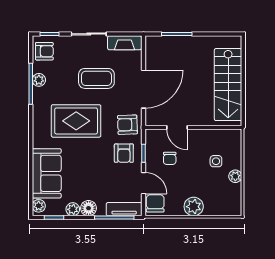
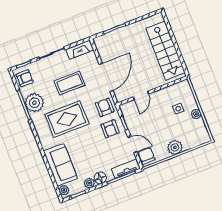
plant: (39, 80) -> (34, 103), width x1.88, depth x1.88
armchair: (127, 125) -> (105, 107), turned 92
door: (177, 127) -> (141, 95), hinge flipped
chair: (170, 158) -> (144, 120), removed

